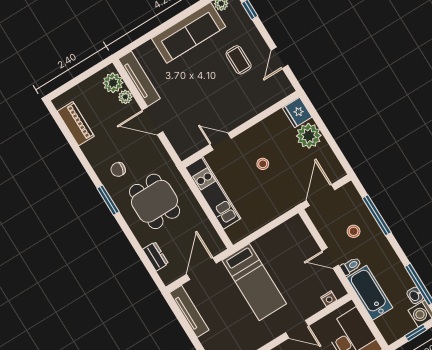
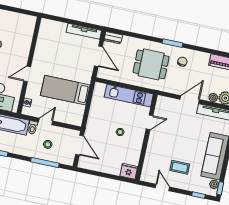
plant: (309, 136) -> (113, 166), removed
dresser: (156, 256) -> (113, 38), moved
bed: (254, 282) -> (65, 90), moved

